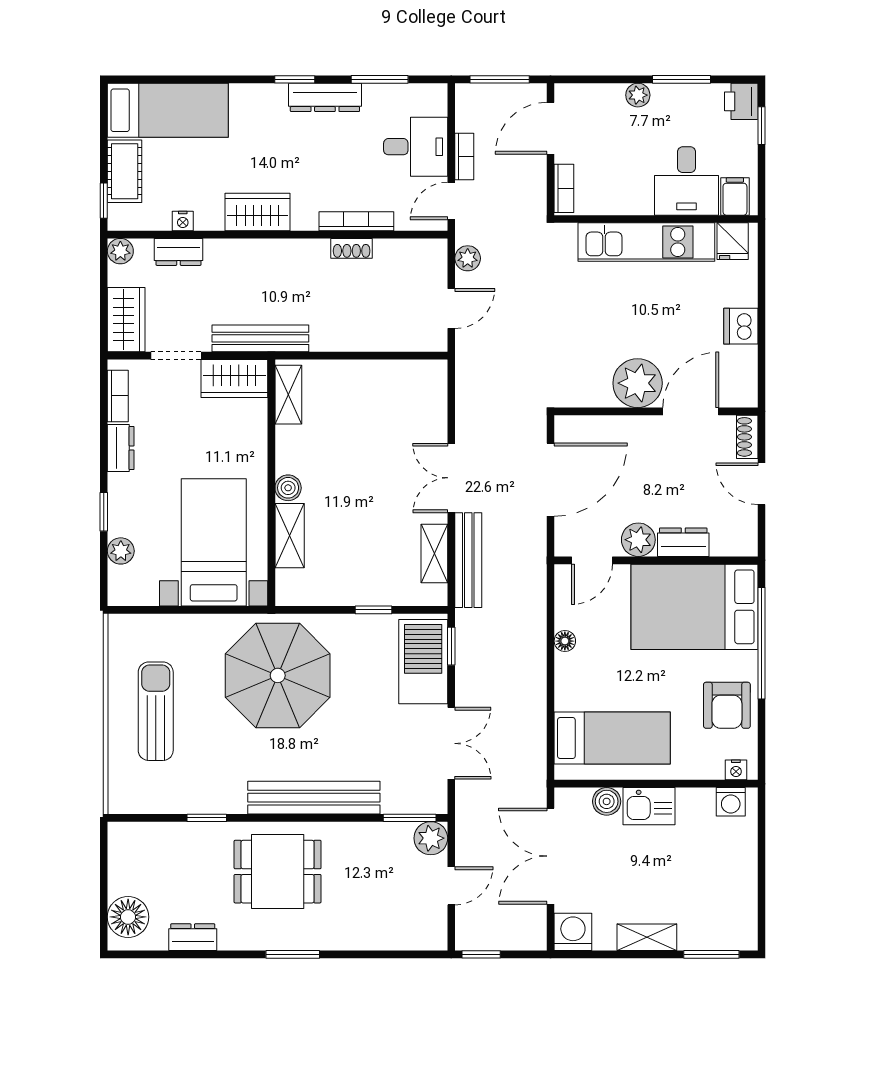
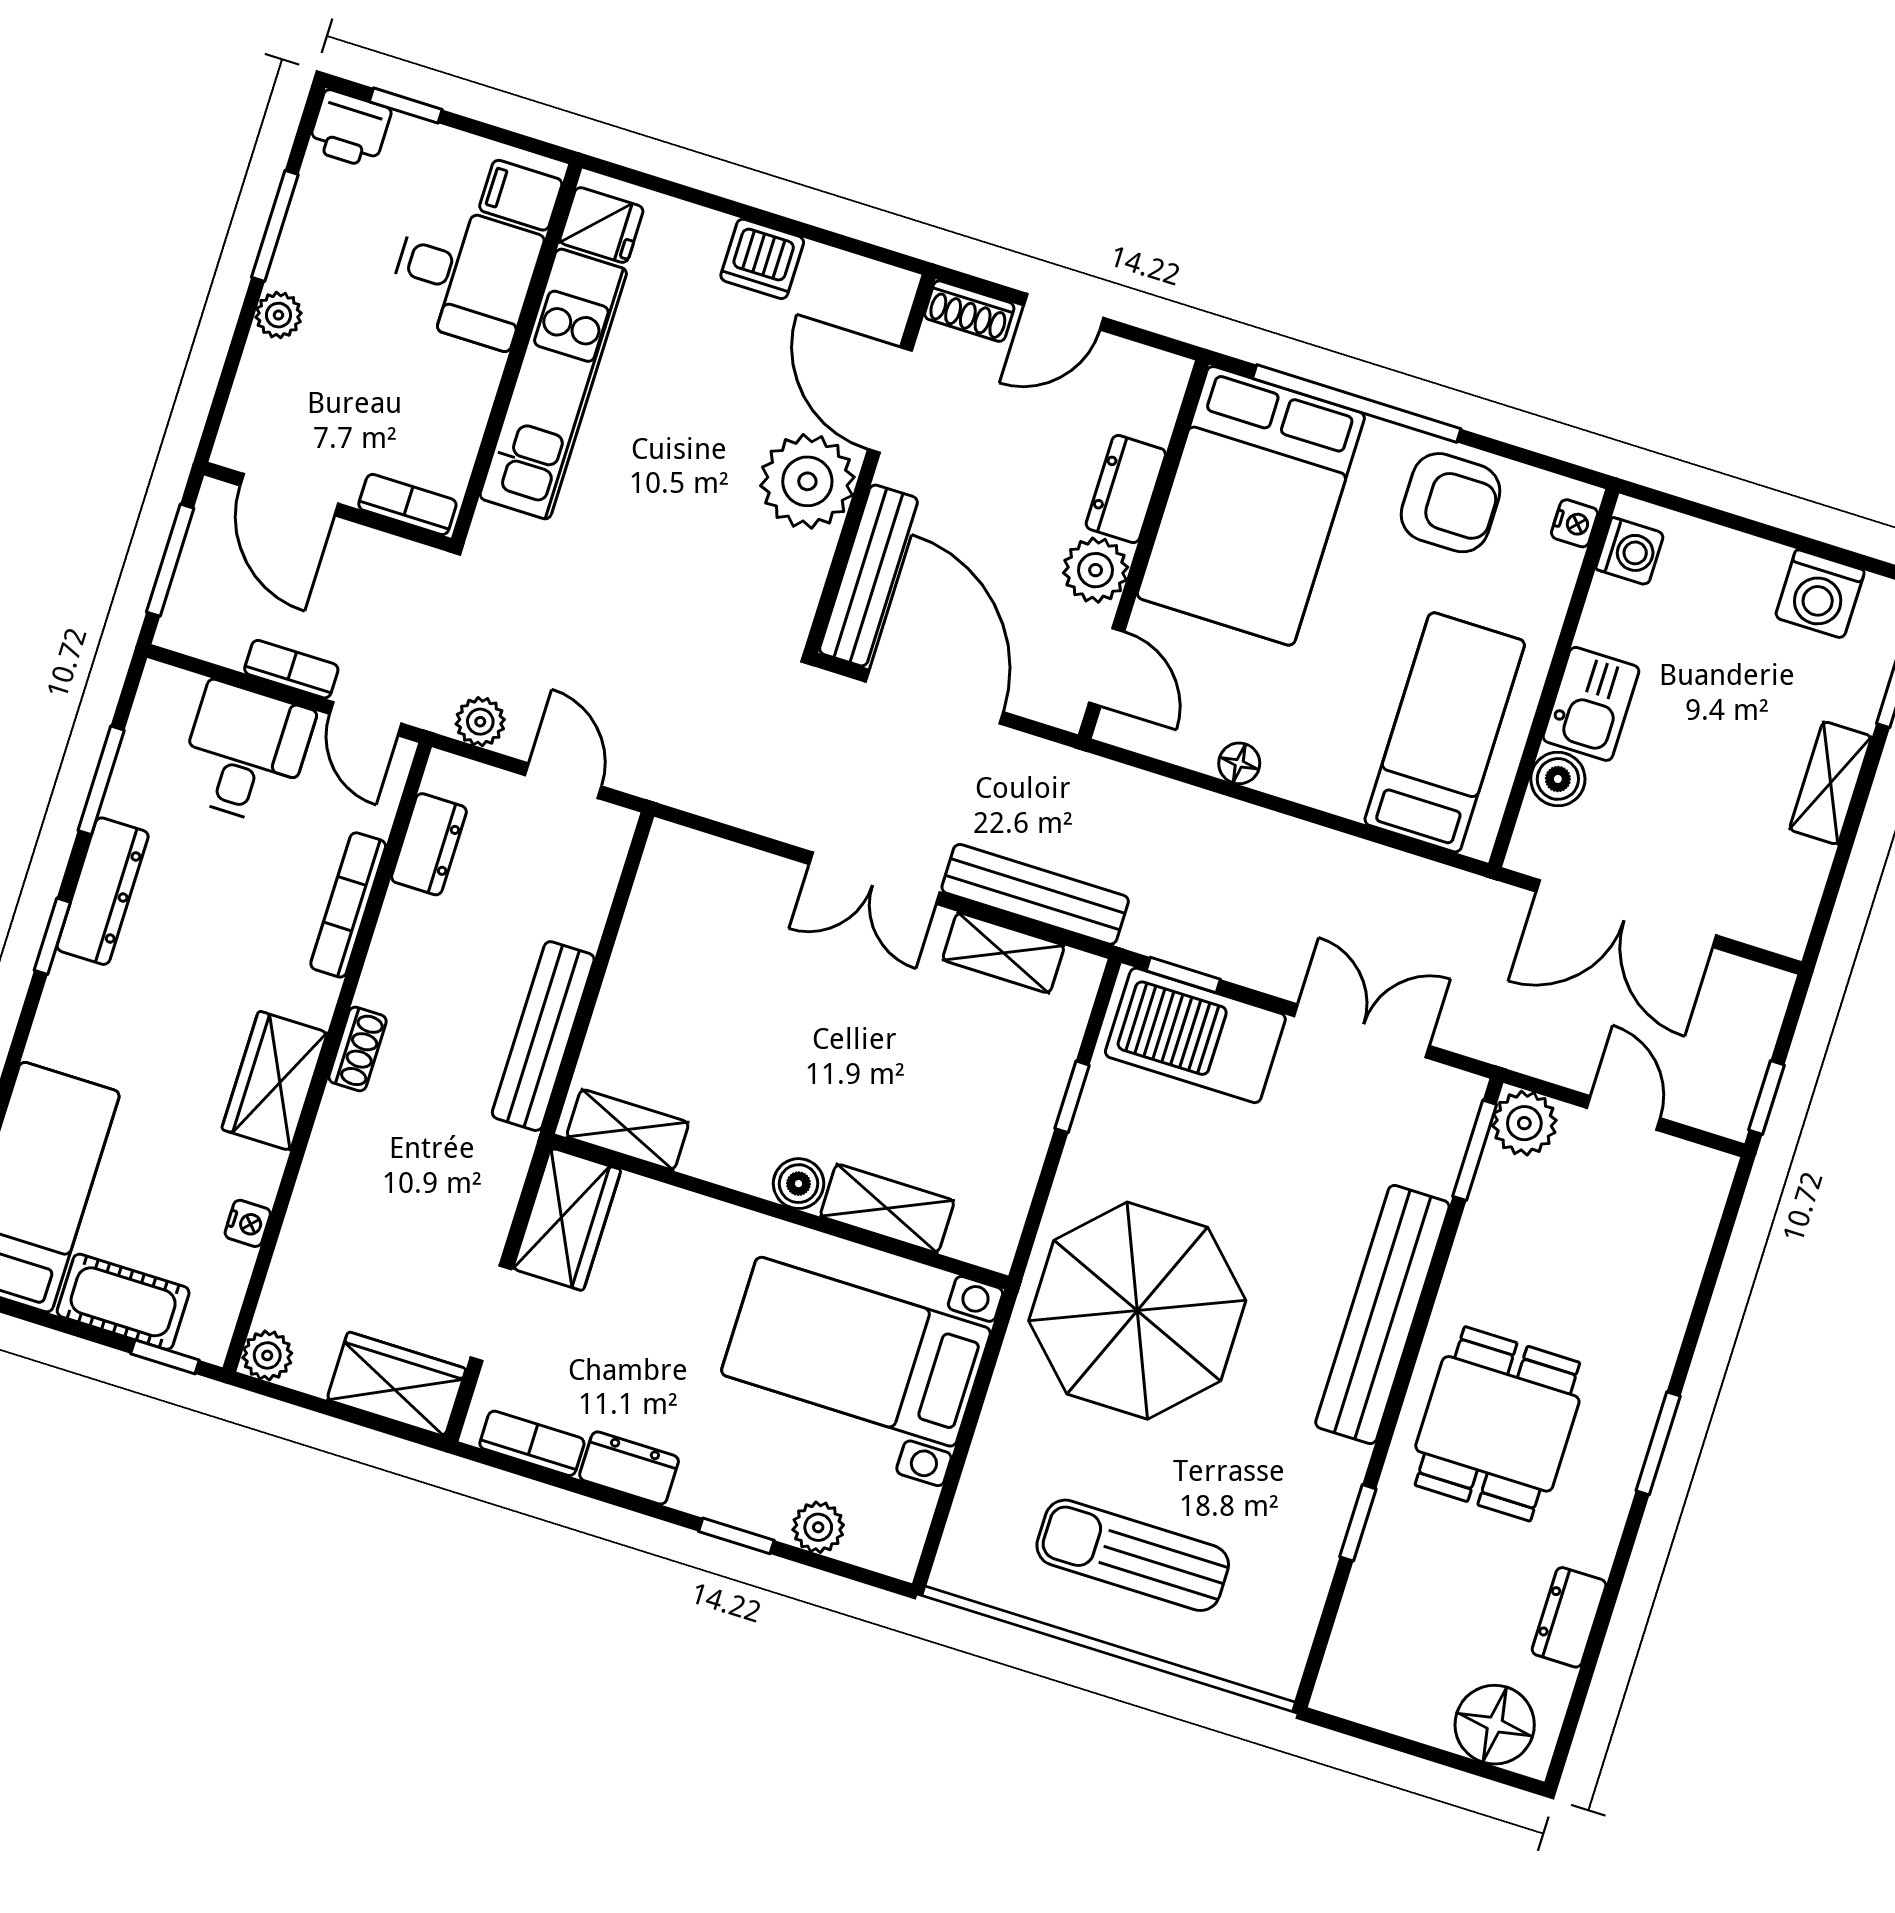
shoe rack: (352, 248) -> (358, 1049), moved
dresser: (178, 252) -> (429, 844), moved
bench: (260, 338) -> (543, 1036), moved
bench: (600, 428) -> (868, 575), added
washing machine: (573, 932) -> (1820, 594), moved, turned -90

